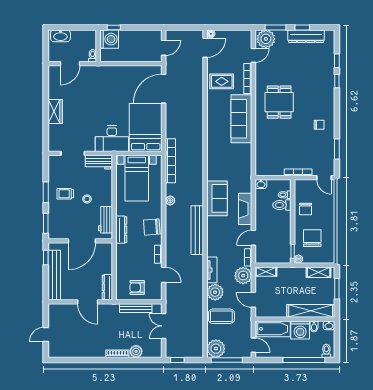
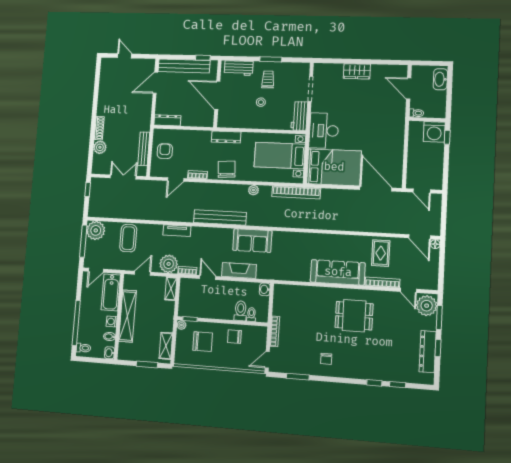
workbench: (106, 220) -> (239, 68), moved, turned 180
window: (46, 223) -> (238, 59), removed
plant: (215, 292) -> (154, 233), removed
door: (88, 302) -> (155, 83), moved
shelving: (311, 311) -> (128, 316), moved
washing machine: (300, 330) -> (112, 322), width x0.53, depth x0.53

